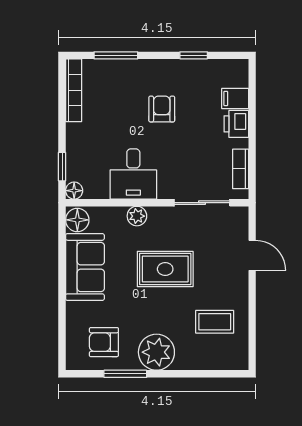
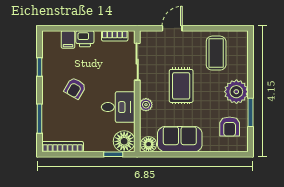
armchair: (162, 109) -> (75, 88), turned -60
floor lamp: (74, 191) -> (124, 141), width x1.89, depth x1.89
coffee table: (215, 322) -> (216, 53), width x1.36, depth x1.30

